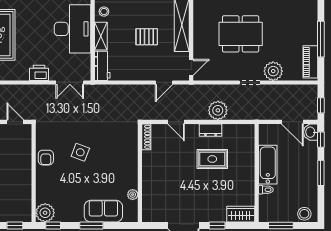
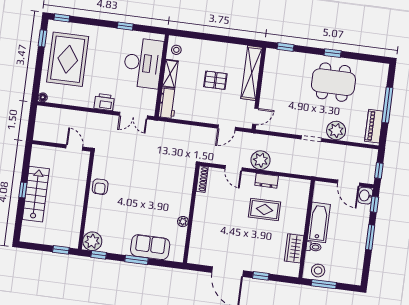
dining table: (241, 34) -> (333, 82), moved
plant: (218, 110) -> (261, 160), moved
side table: (80, 152) -> (135, 186), removed
plant: (133, 195) -> (183, 222), moved
wardrobe: (241, 214) -> (294, 248), moved, turned -90
stool: (304, 214) -> (318, 271), moved

